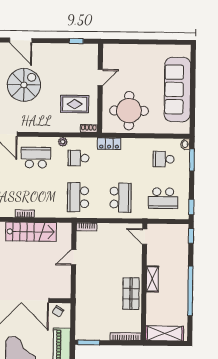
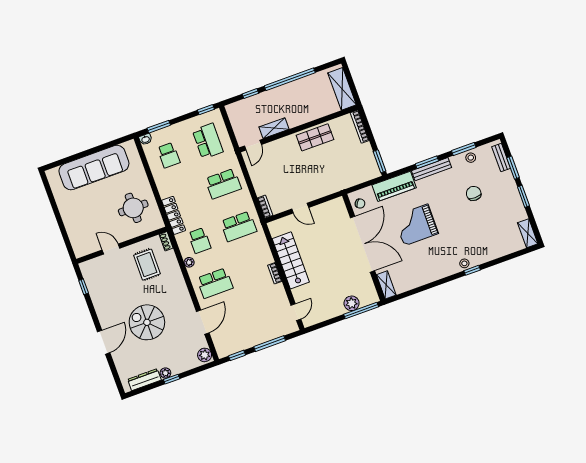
round table: (129, 111) -> (133, 208), width x0.73, depth x0.73
locker: (109, 144) -> (174, 215), width x1.53
school desk: (36, 158) -> (215, 283), turned -90
school desk: (121, 198) -> (223, 184), turned 180
window: (191, 236) -> (250, 94), moved
shelving: (152, 279) -> (274, 128), moved

